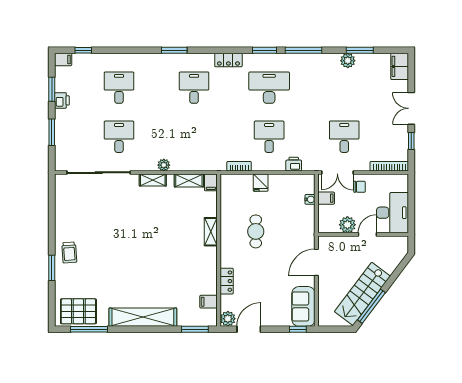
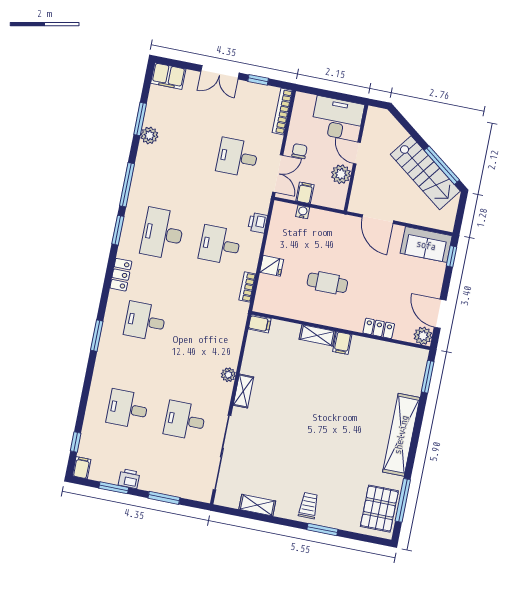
shelving: (189, 180) -> (257, 505), moved, turned 90
trolley: (69, 253) -> (309, 506), turned -86
filing cabinet: (209, 302) -> (342, 343), moved

